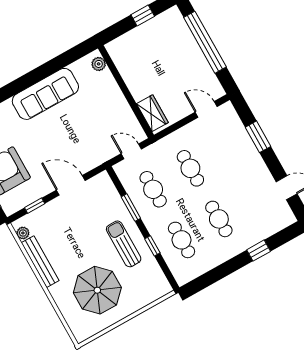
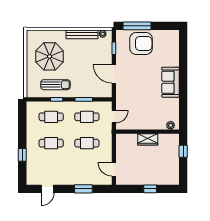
window: (143, 16) -> (183, 151), moved
window: (205, 42) -> (150, 189), width x0.32
sofa: (45, 94) -> (170, 82), width x0.73
door: (206, 109) -> (114, 169), swing flipped
wardrobe: (152, 113) -> (148, 139), moved
door: (71, 185) -> (114, 74), swing flipped
sun lounger: (124, 244) -> (55, 85), moved

